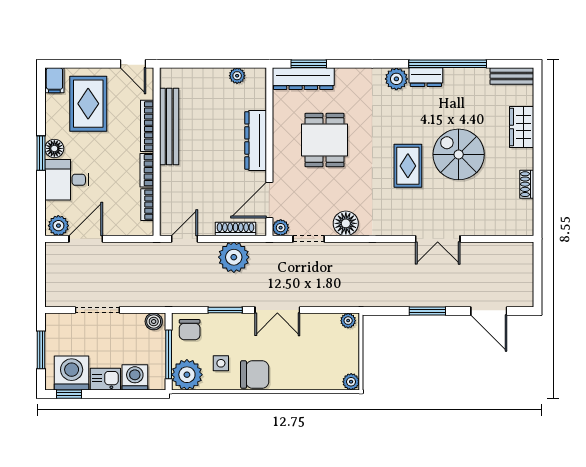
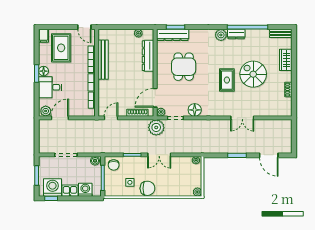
dresser: (256, 140) -> (148, 56), moved
plant: (234, 257) -> (156, 127), moved
plant: (187, 375) -> (112, 188), removed

